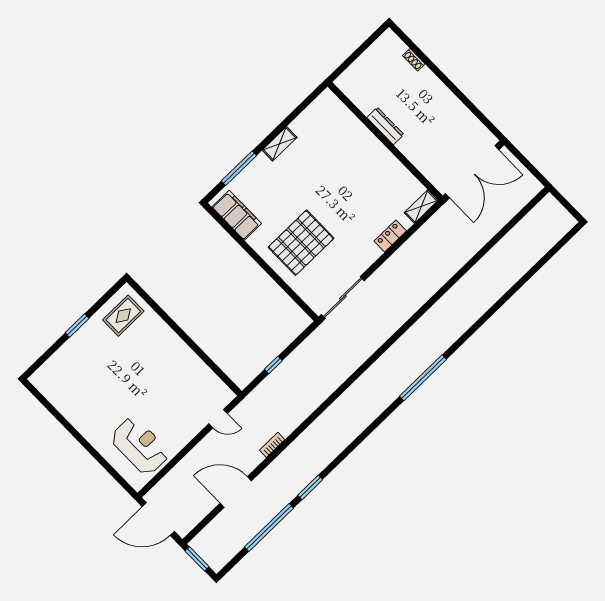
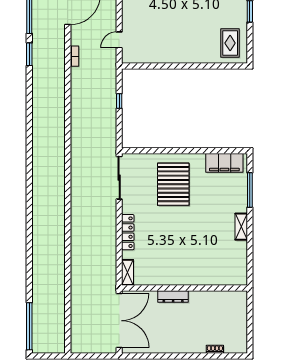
dresser: (385, 126) -> (173, 296), moved
double door: (472, 172) -> (119, 321), swing flipped
locker: (390, 236) -> (128, 232), width x1.53
window: (423, 378) -> (29, 326), moved

